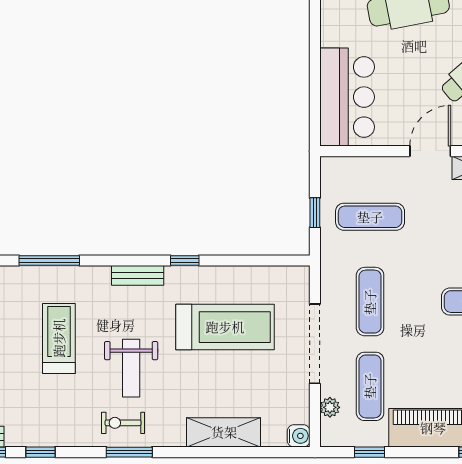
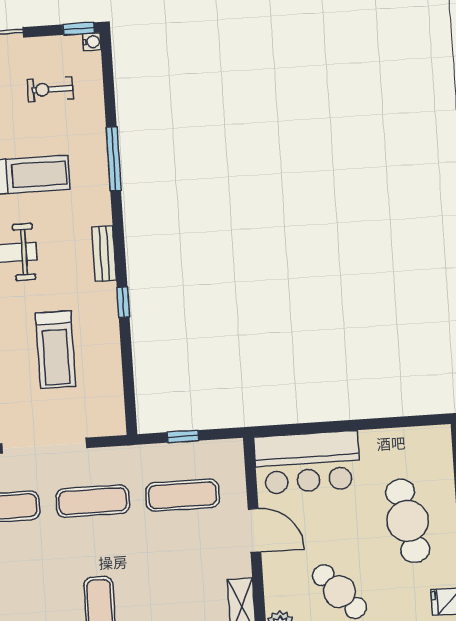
door: (430, 151) -> (255, 530), moved
exercise mat: (370, 217) -> (182, 495), turned 90
treadmill: (225, 327) -> (56, 350), width x0.73, depth x0.73

